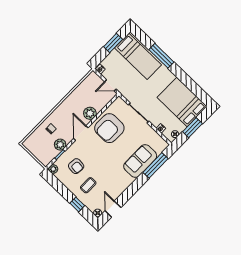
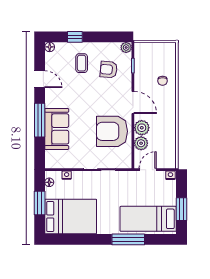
armchair: (109, 128) -> (112, 131), turned -90
plant: (60, 145) -> (141, 143), moved
window: (156, 165) -> (40, 120), moved
door: (113, 209) -> (40, 79), moved

